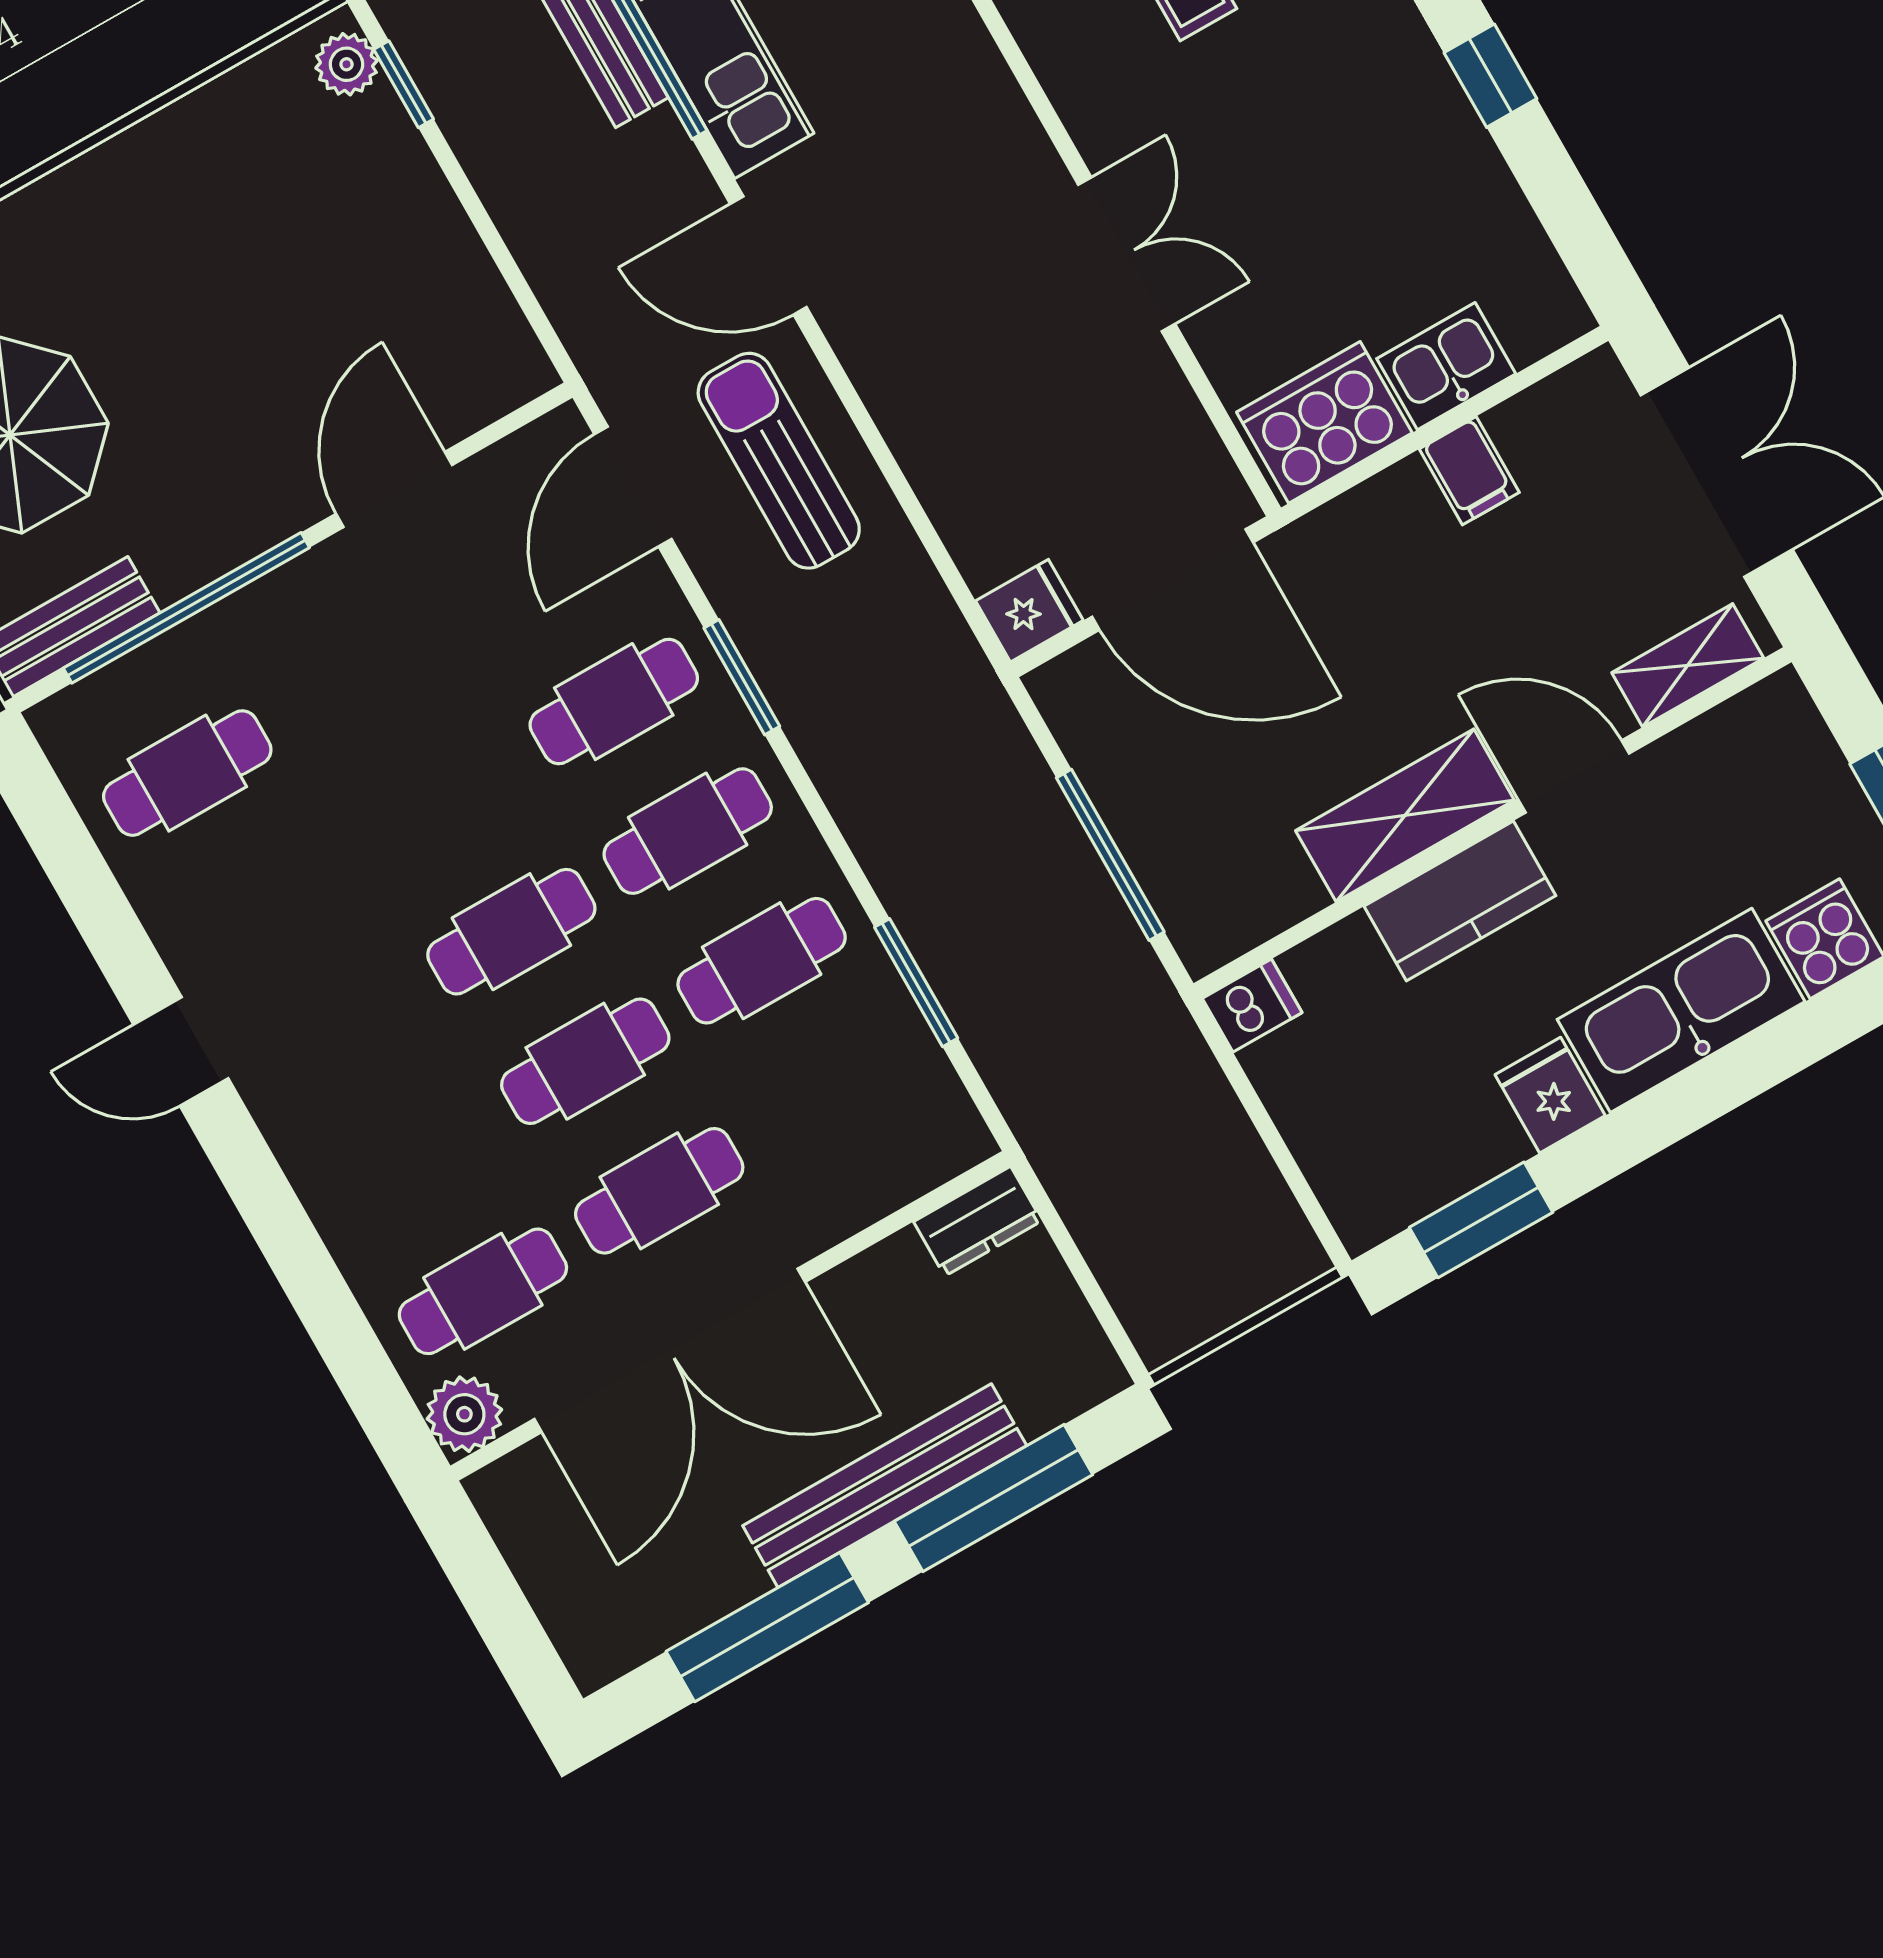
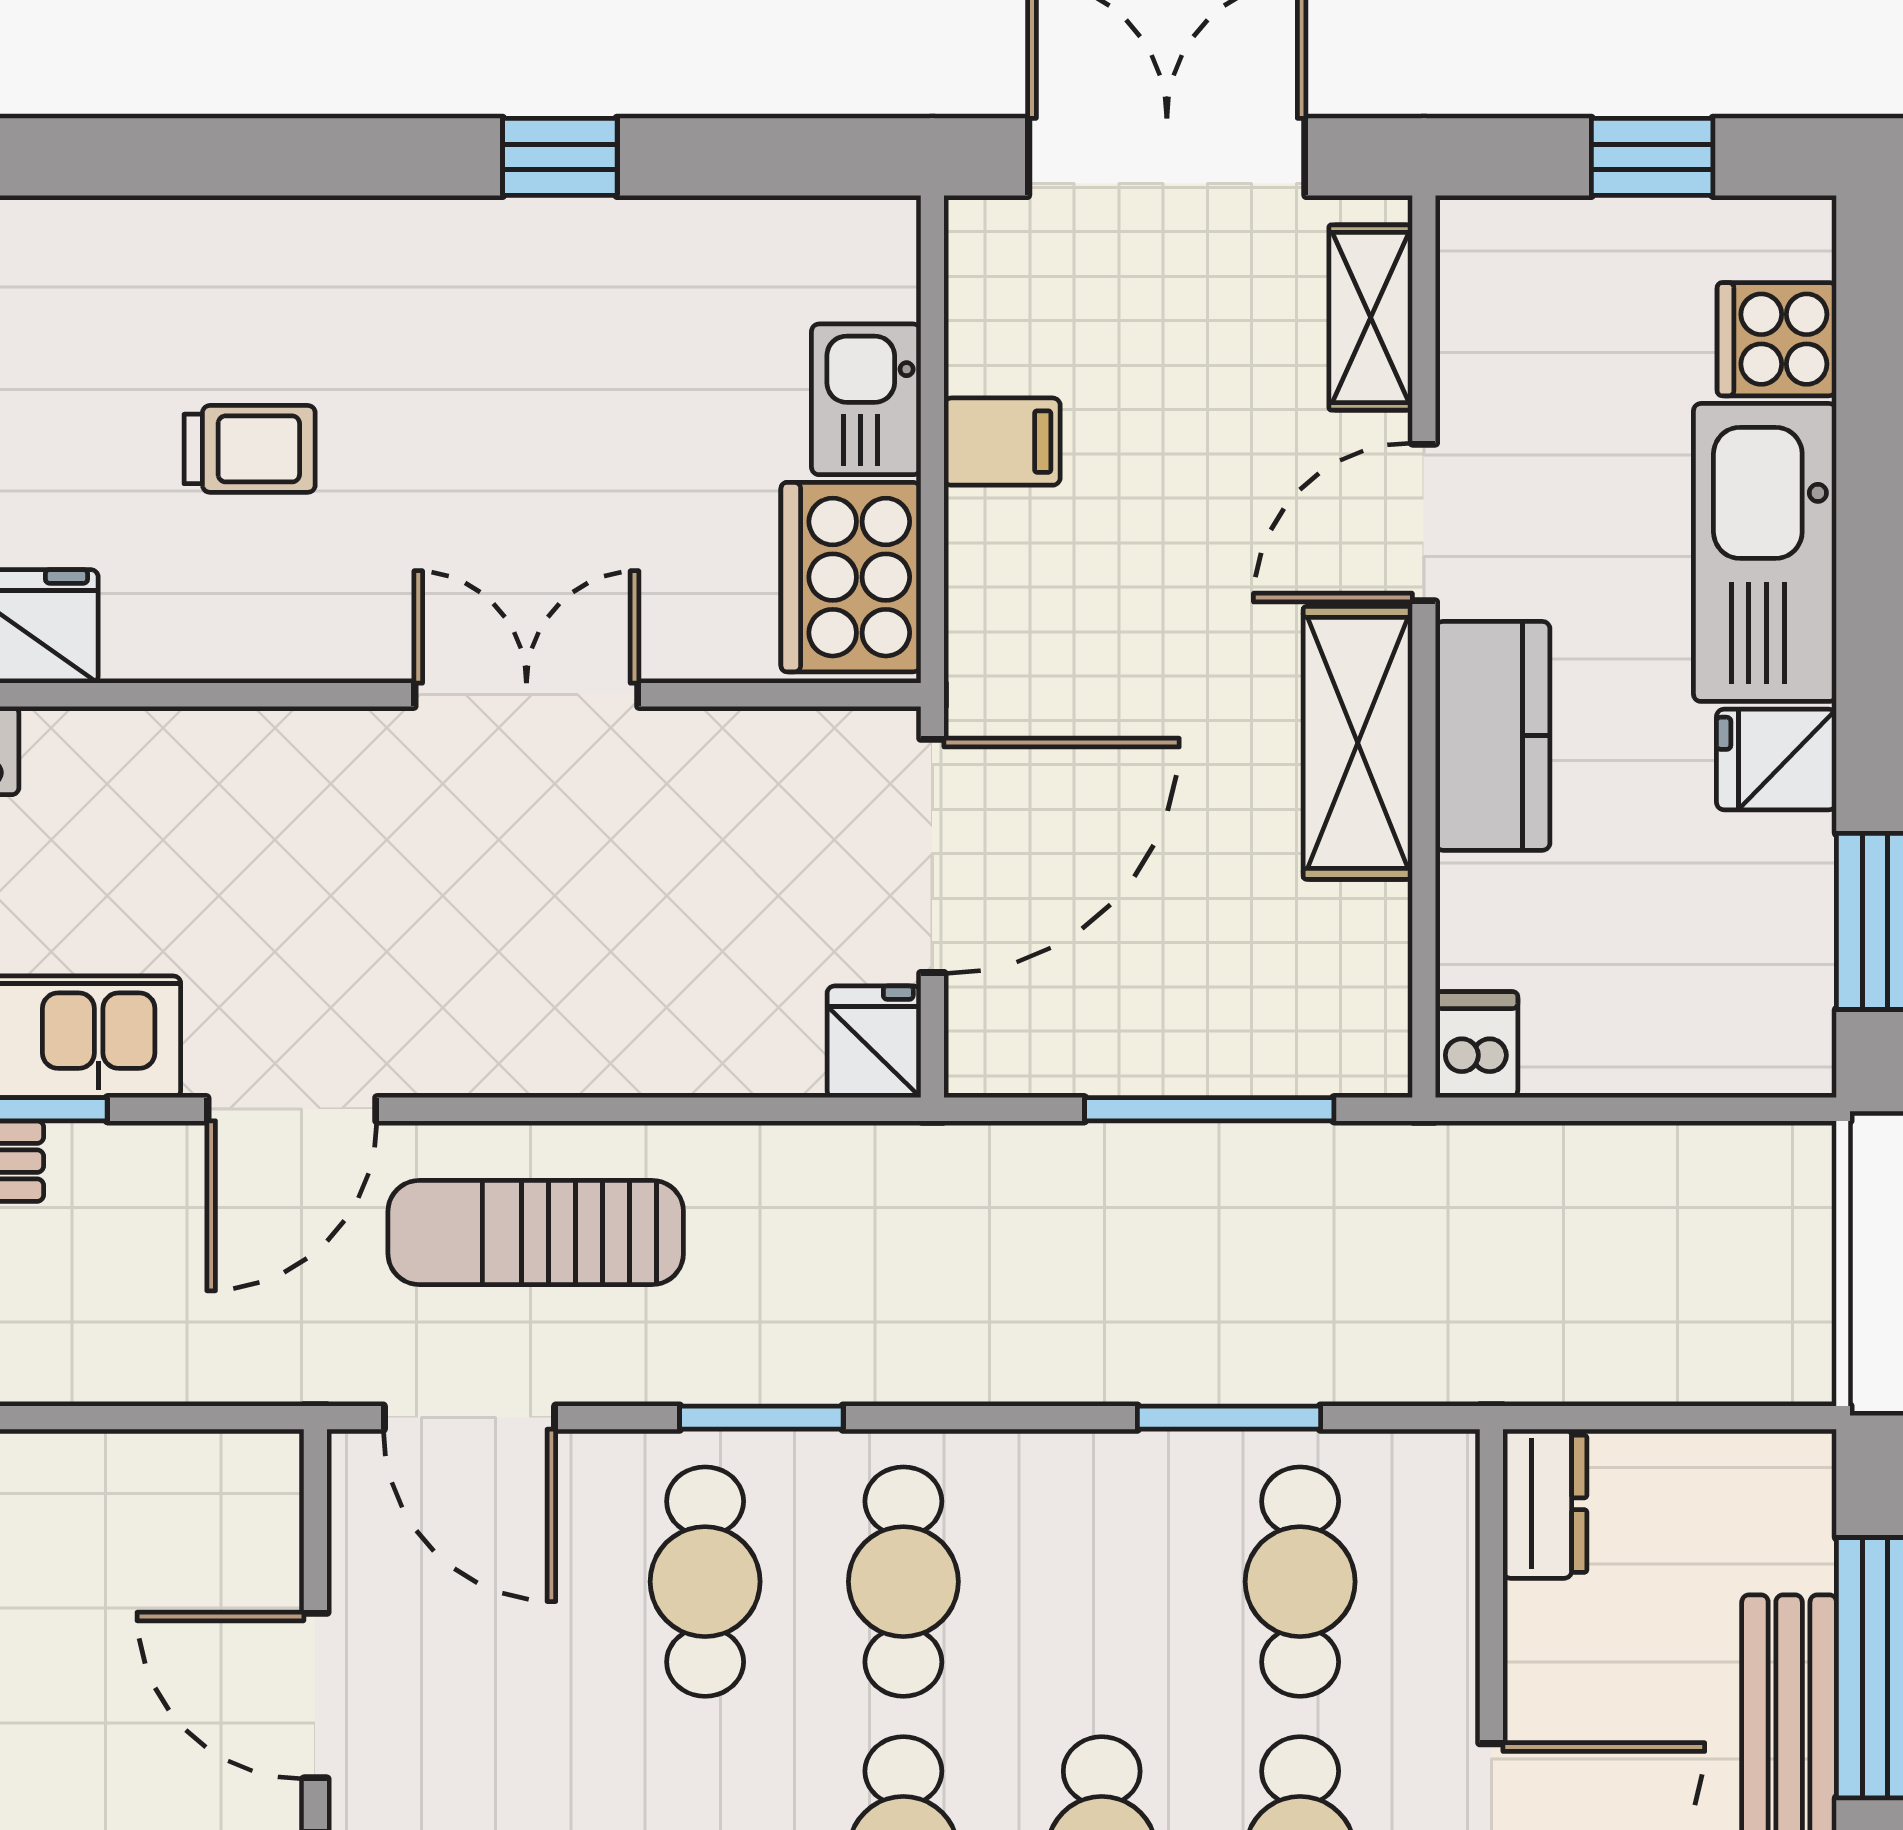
cafe table: (762, 961) -> (1300, 1582), moved

